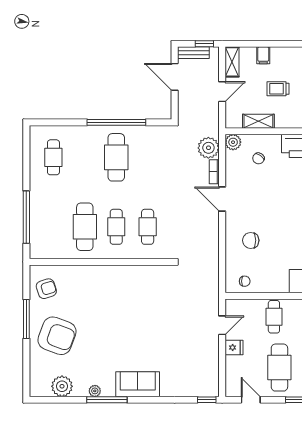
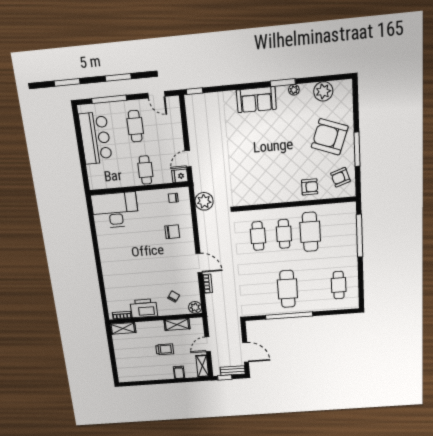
plant: (208, 148) -> (204, 201), moved
armchair: (83, 280) -> (310, 187), added
fridge: (234, 348) -> (180, 176), moved
cafe table: (279, 368) -> (135, 126), width x0.73, depth x0.74
window: (107, 400) -> (283, 83), width x0.69

